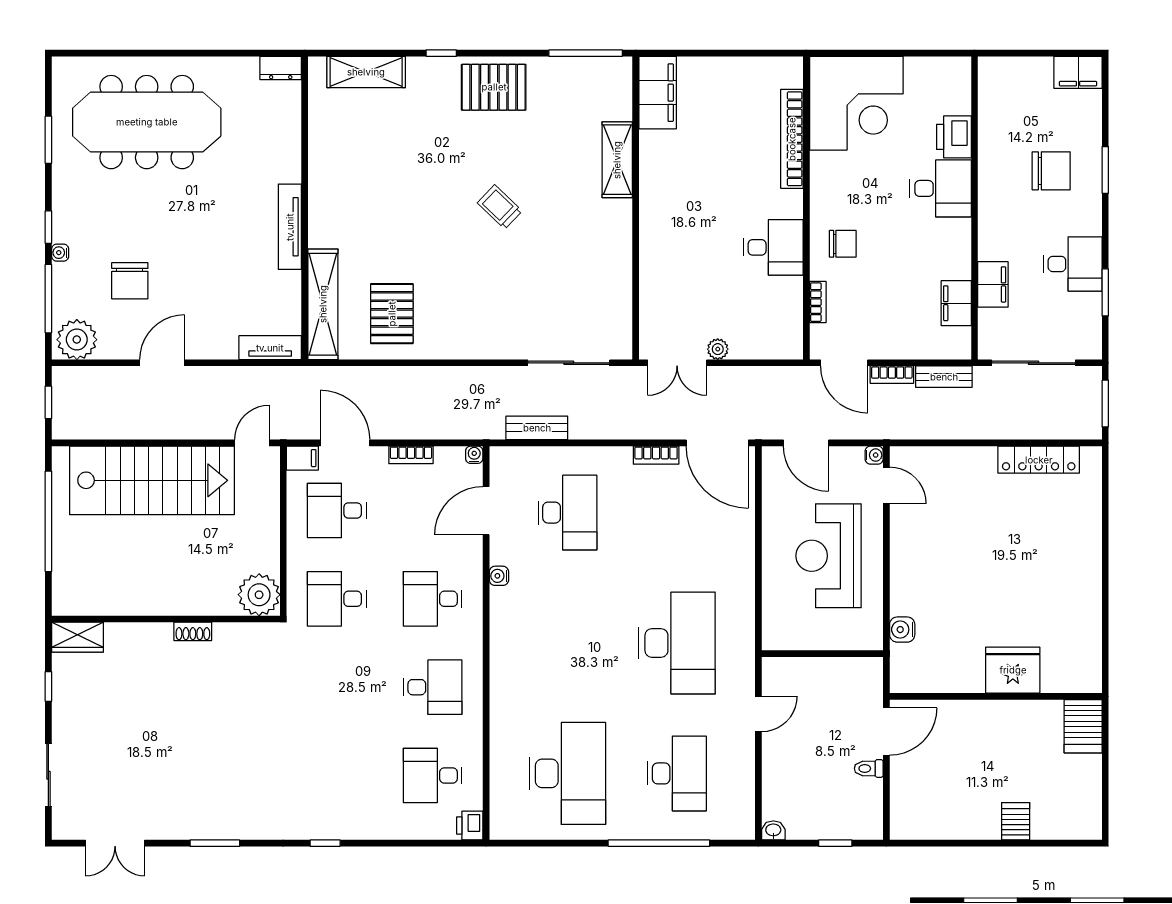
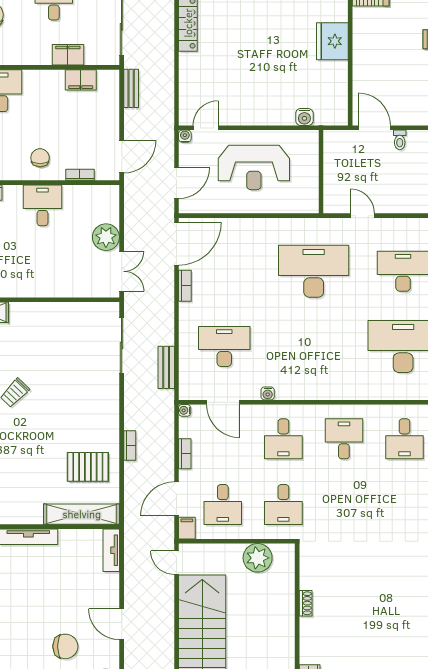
plant: (718, 349) -> (106, 237), width x1.88, depth x1.88
bookcase: (892, 375) -> (130, 446), moved
plant: (259, 595) -> (258, 558), moved

